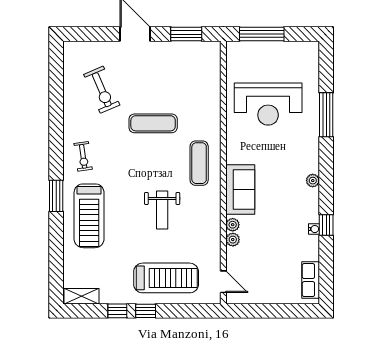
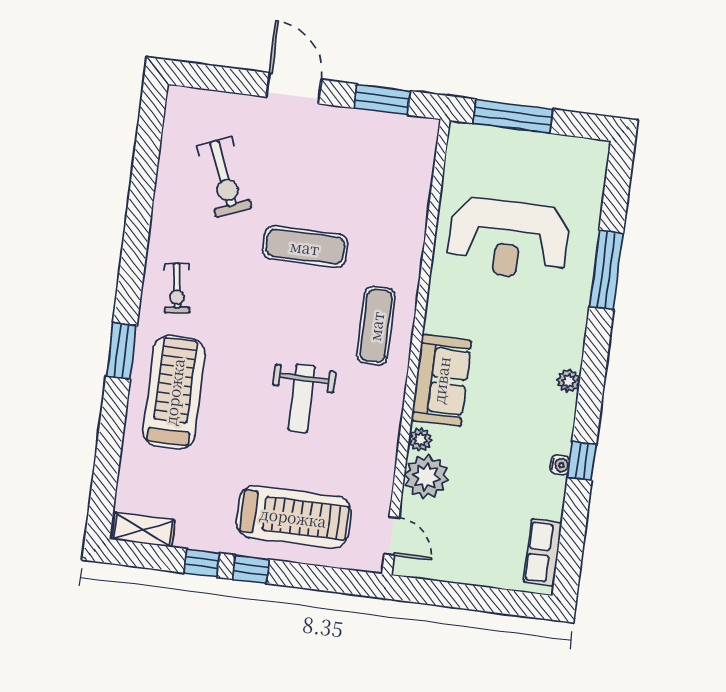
treadmill: (89, 216) -> (174, 392), turned 180
plant: (233, 240) -> (426, 477), width x1.87, depth x1.87

